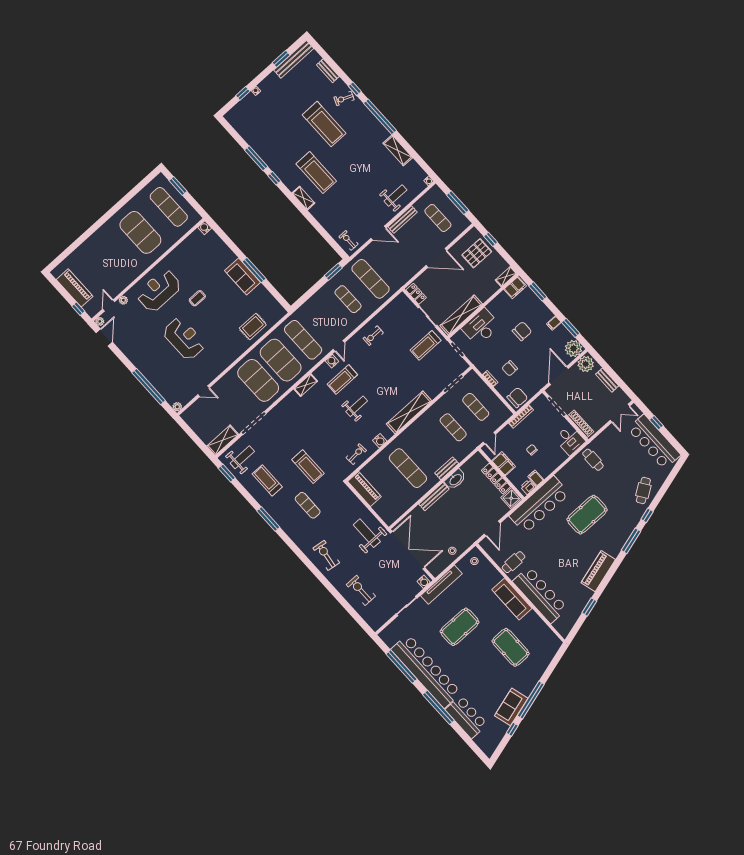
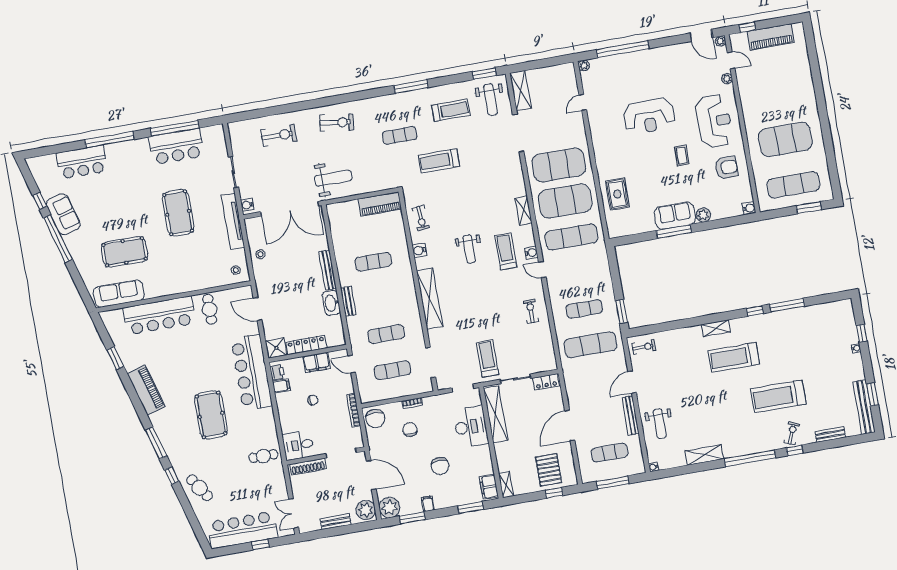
plant: (230, 257) -> (703, 215), added
armchair: (186, 262) -> (726, 168), added
exercise mat: (408, 468) -> (373, 262), width x0.73, depth x0.69
sofa: (512, 599) -> (119, 294), moved
bar counter: (426, 671) -> (176, 146), width x0.54

